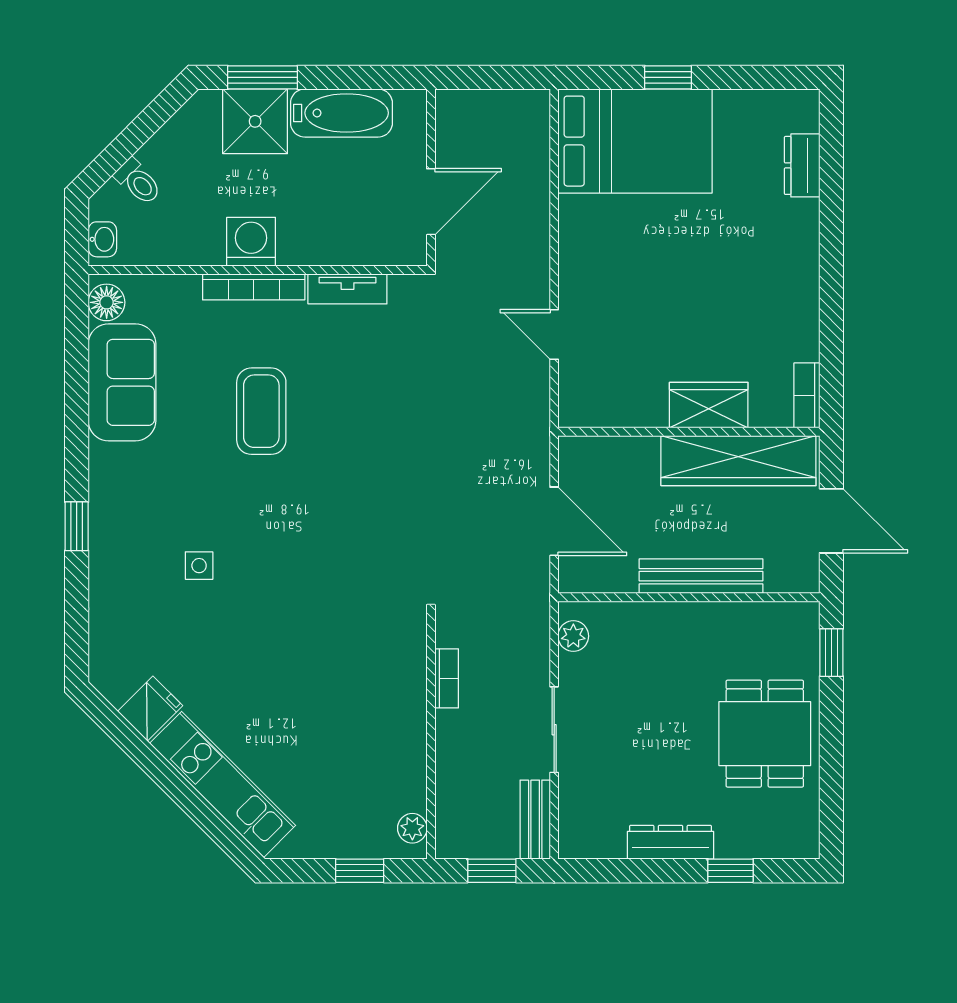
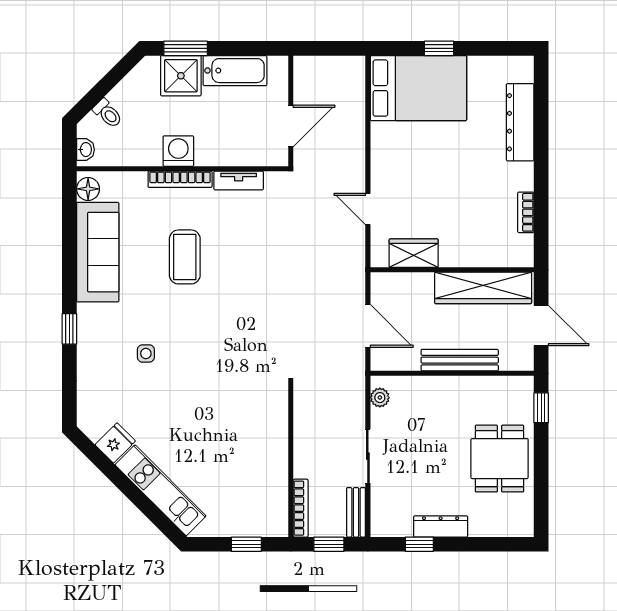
dresser: (802, 165) -> (520, 122), width x1.96, depth x1.24
sofa: (122, 382) -> (98, 252), width x1.36
bookcase: (807, 395) -> (526, 212), moved
wardrobe: (709, 405) -> (414, 253), moved
bookcase: (447, 678) -> (301, 508), moved, width x1.56
plant: (412, 828) -> (279, 518), removed
window: (731, 871) -> (419, 544), moved

